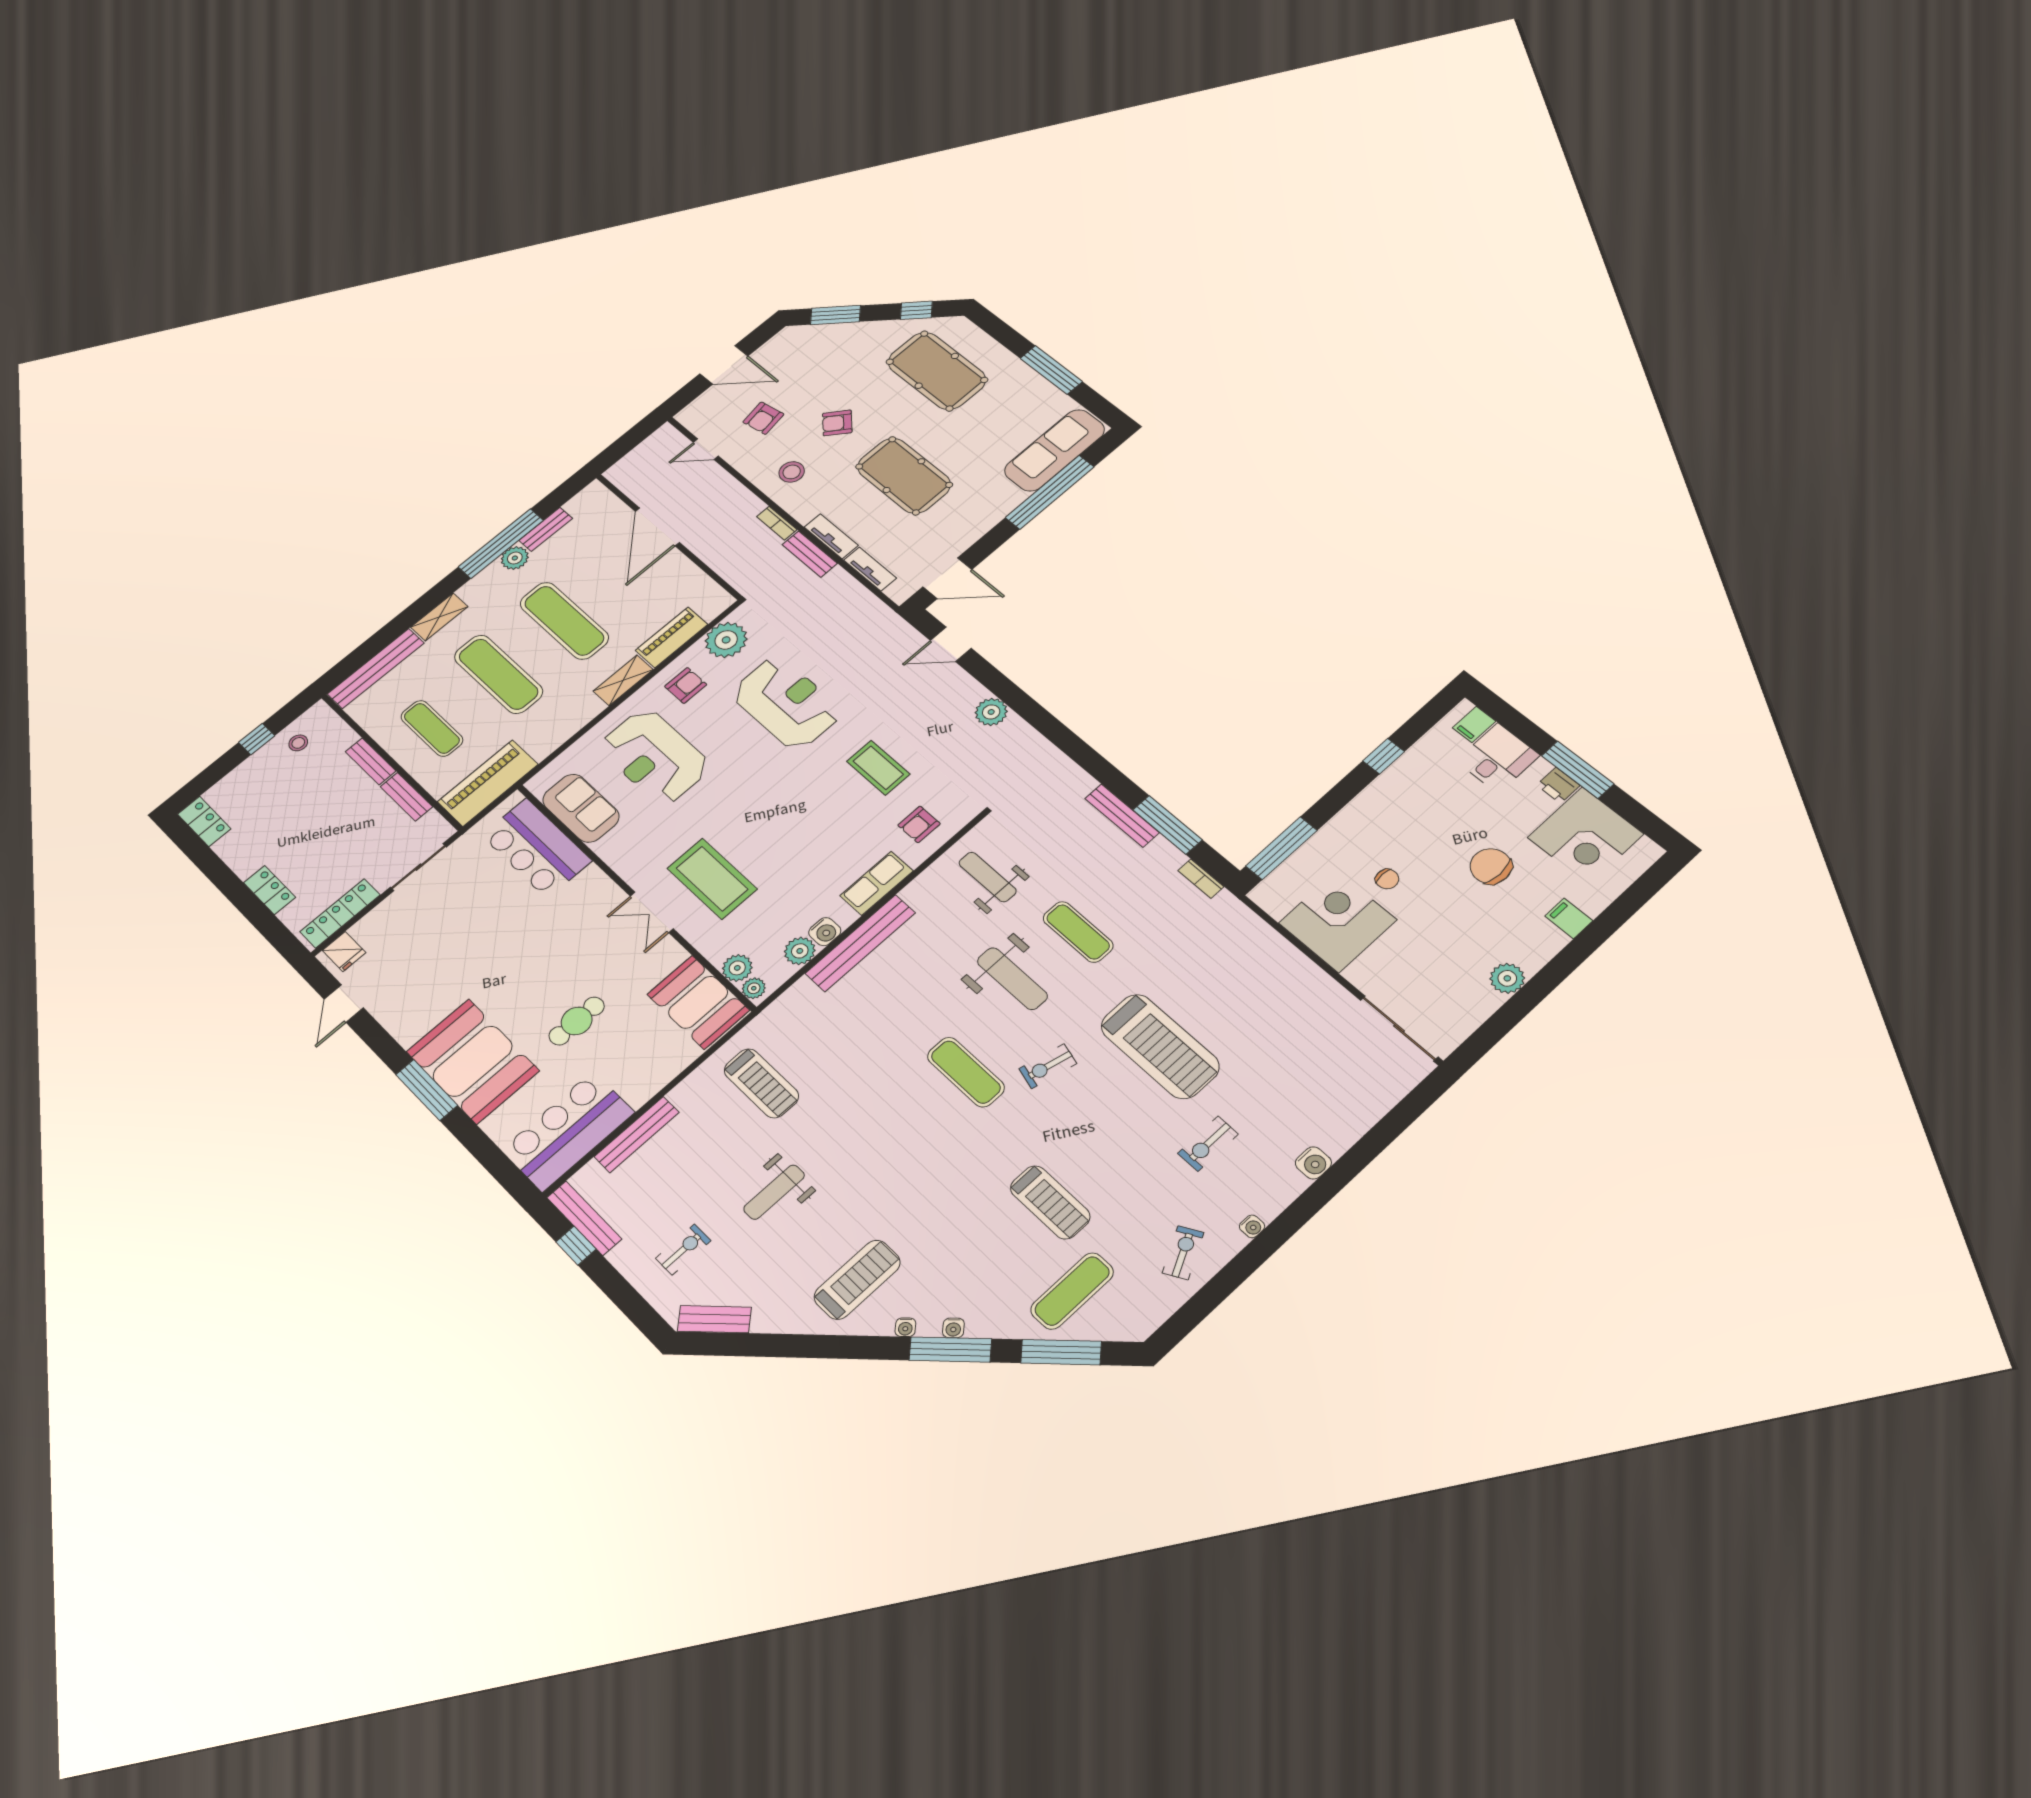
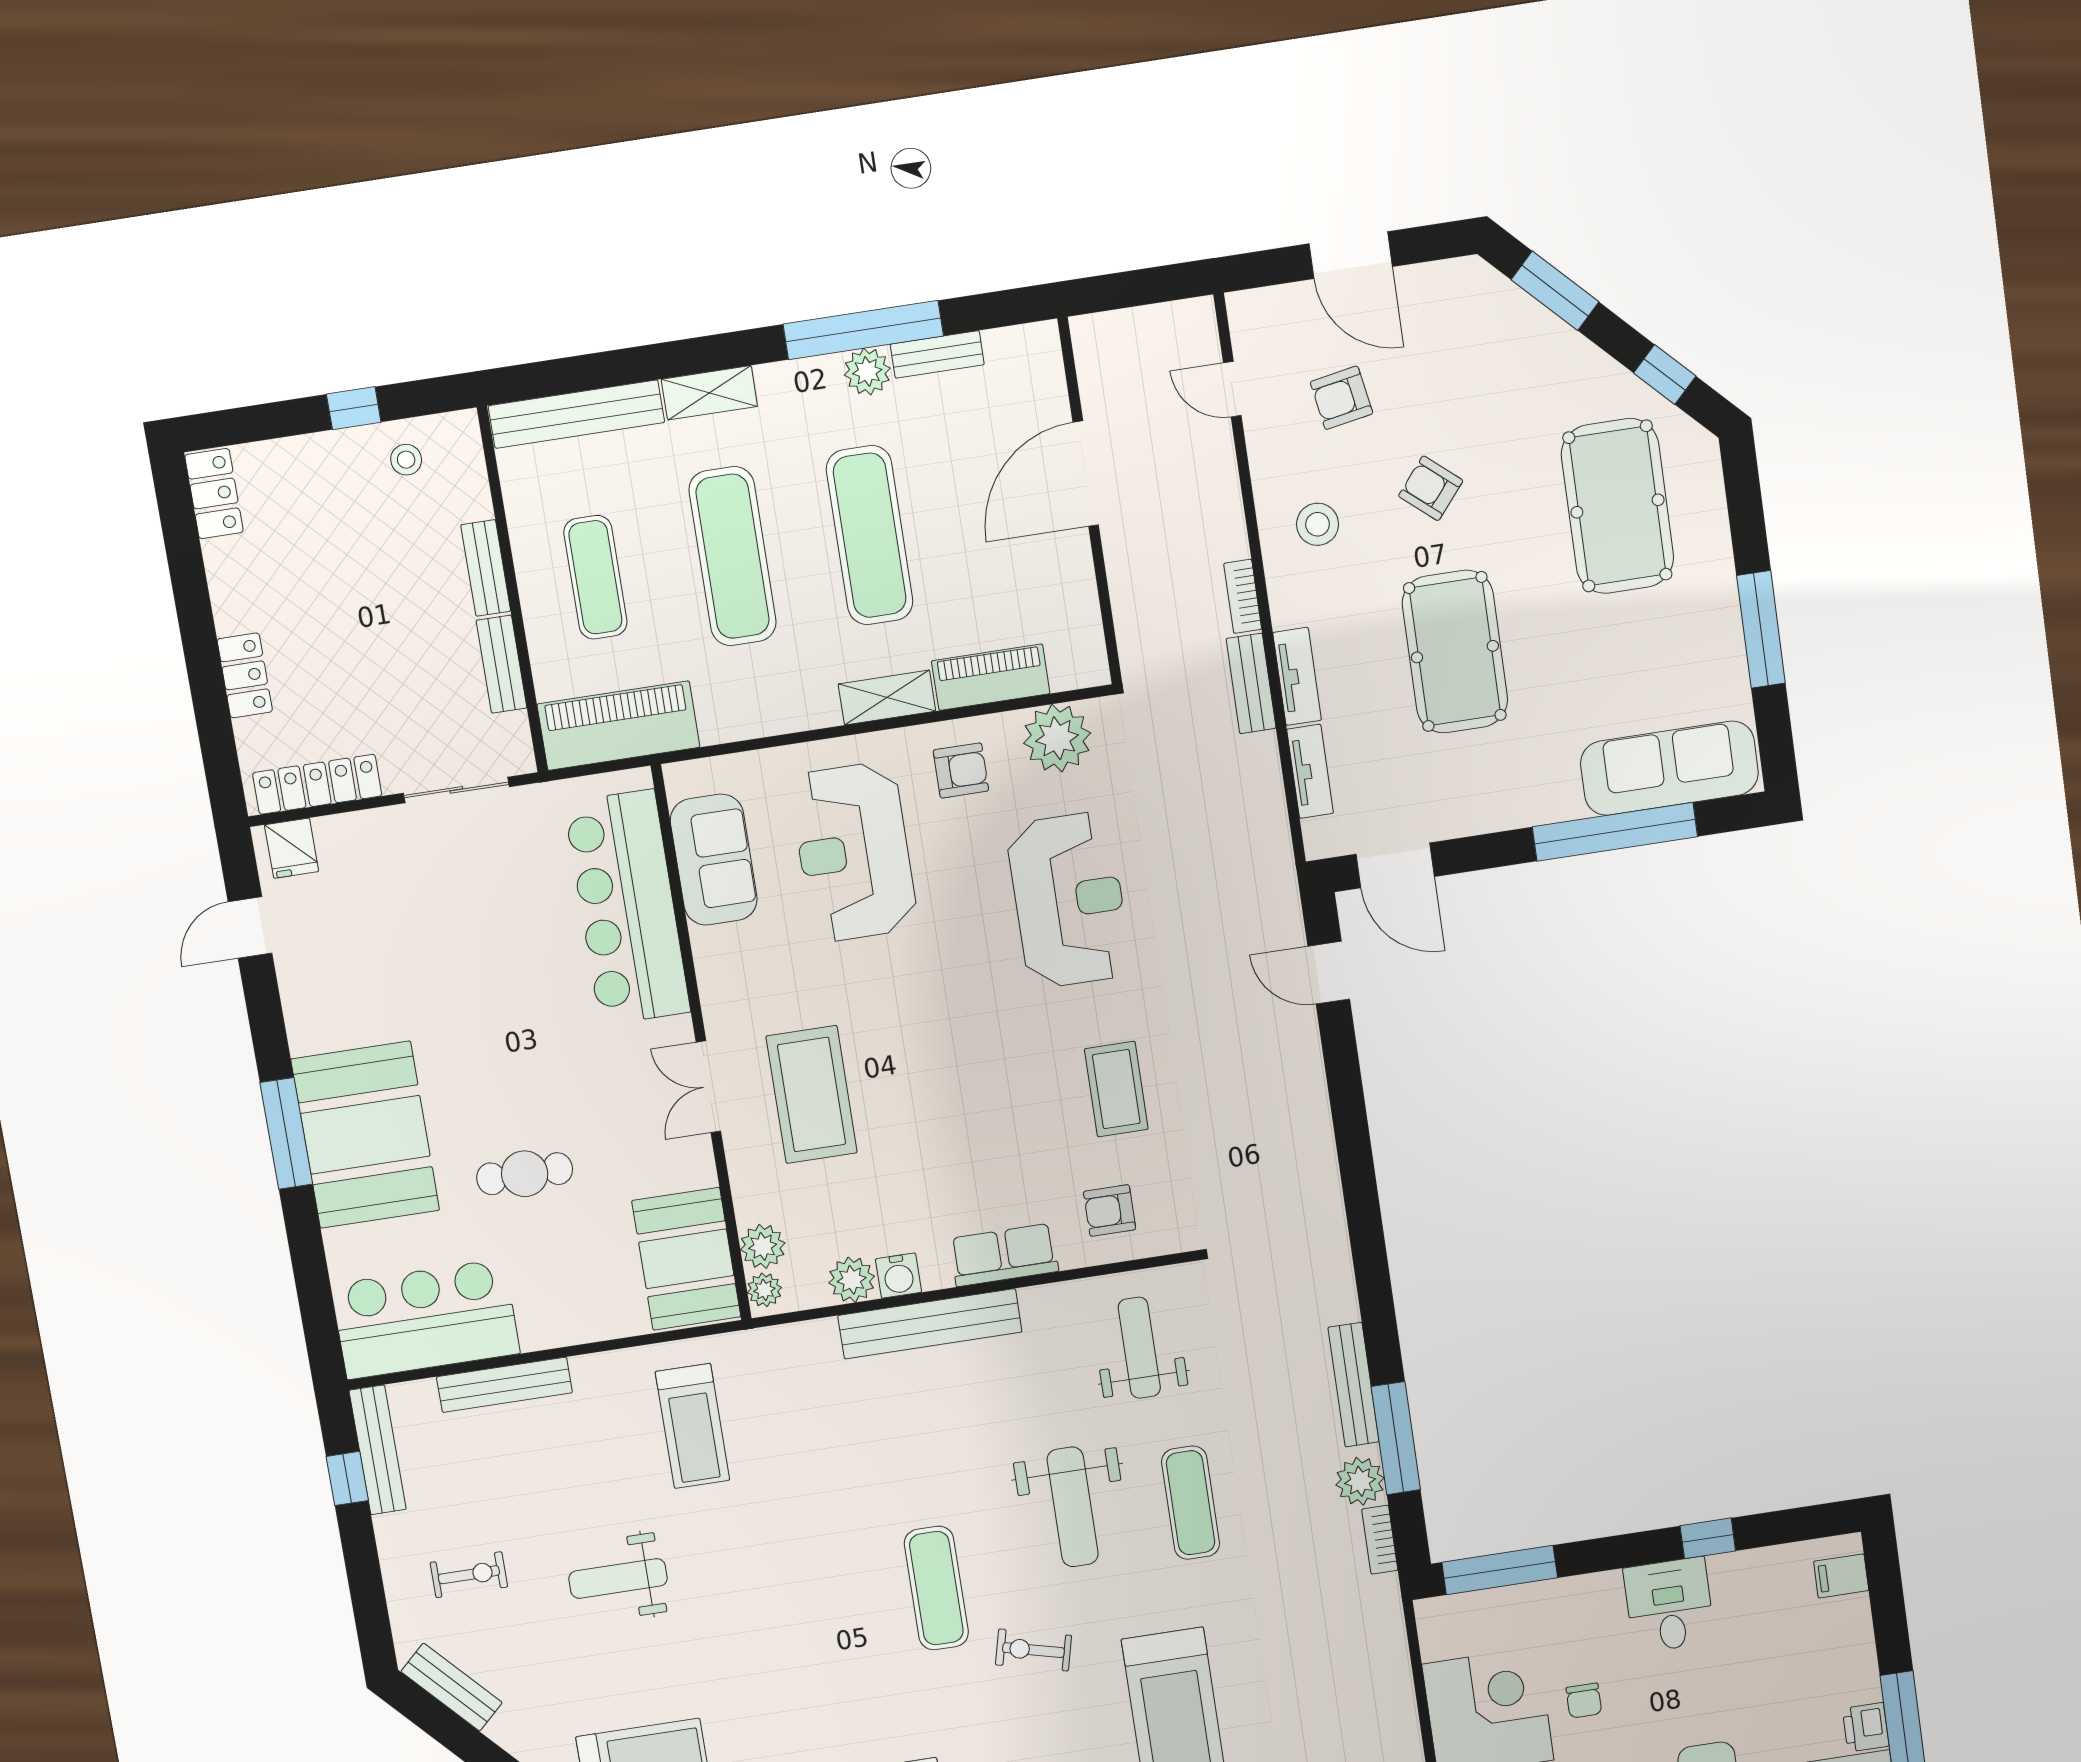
plant: (991, 712) -> (1360, 1481), moved
desk: (1498, 758) -> (1669, 1605), moved, turned -90
bar counter: (536, 848) -> (627, 908), width x1.36

